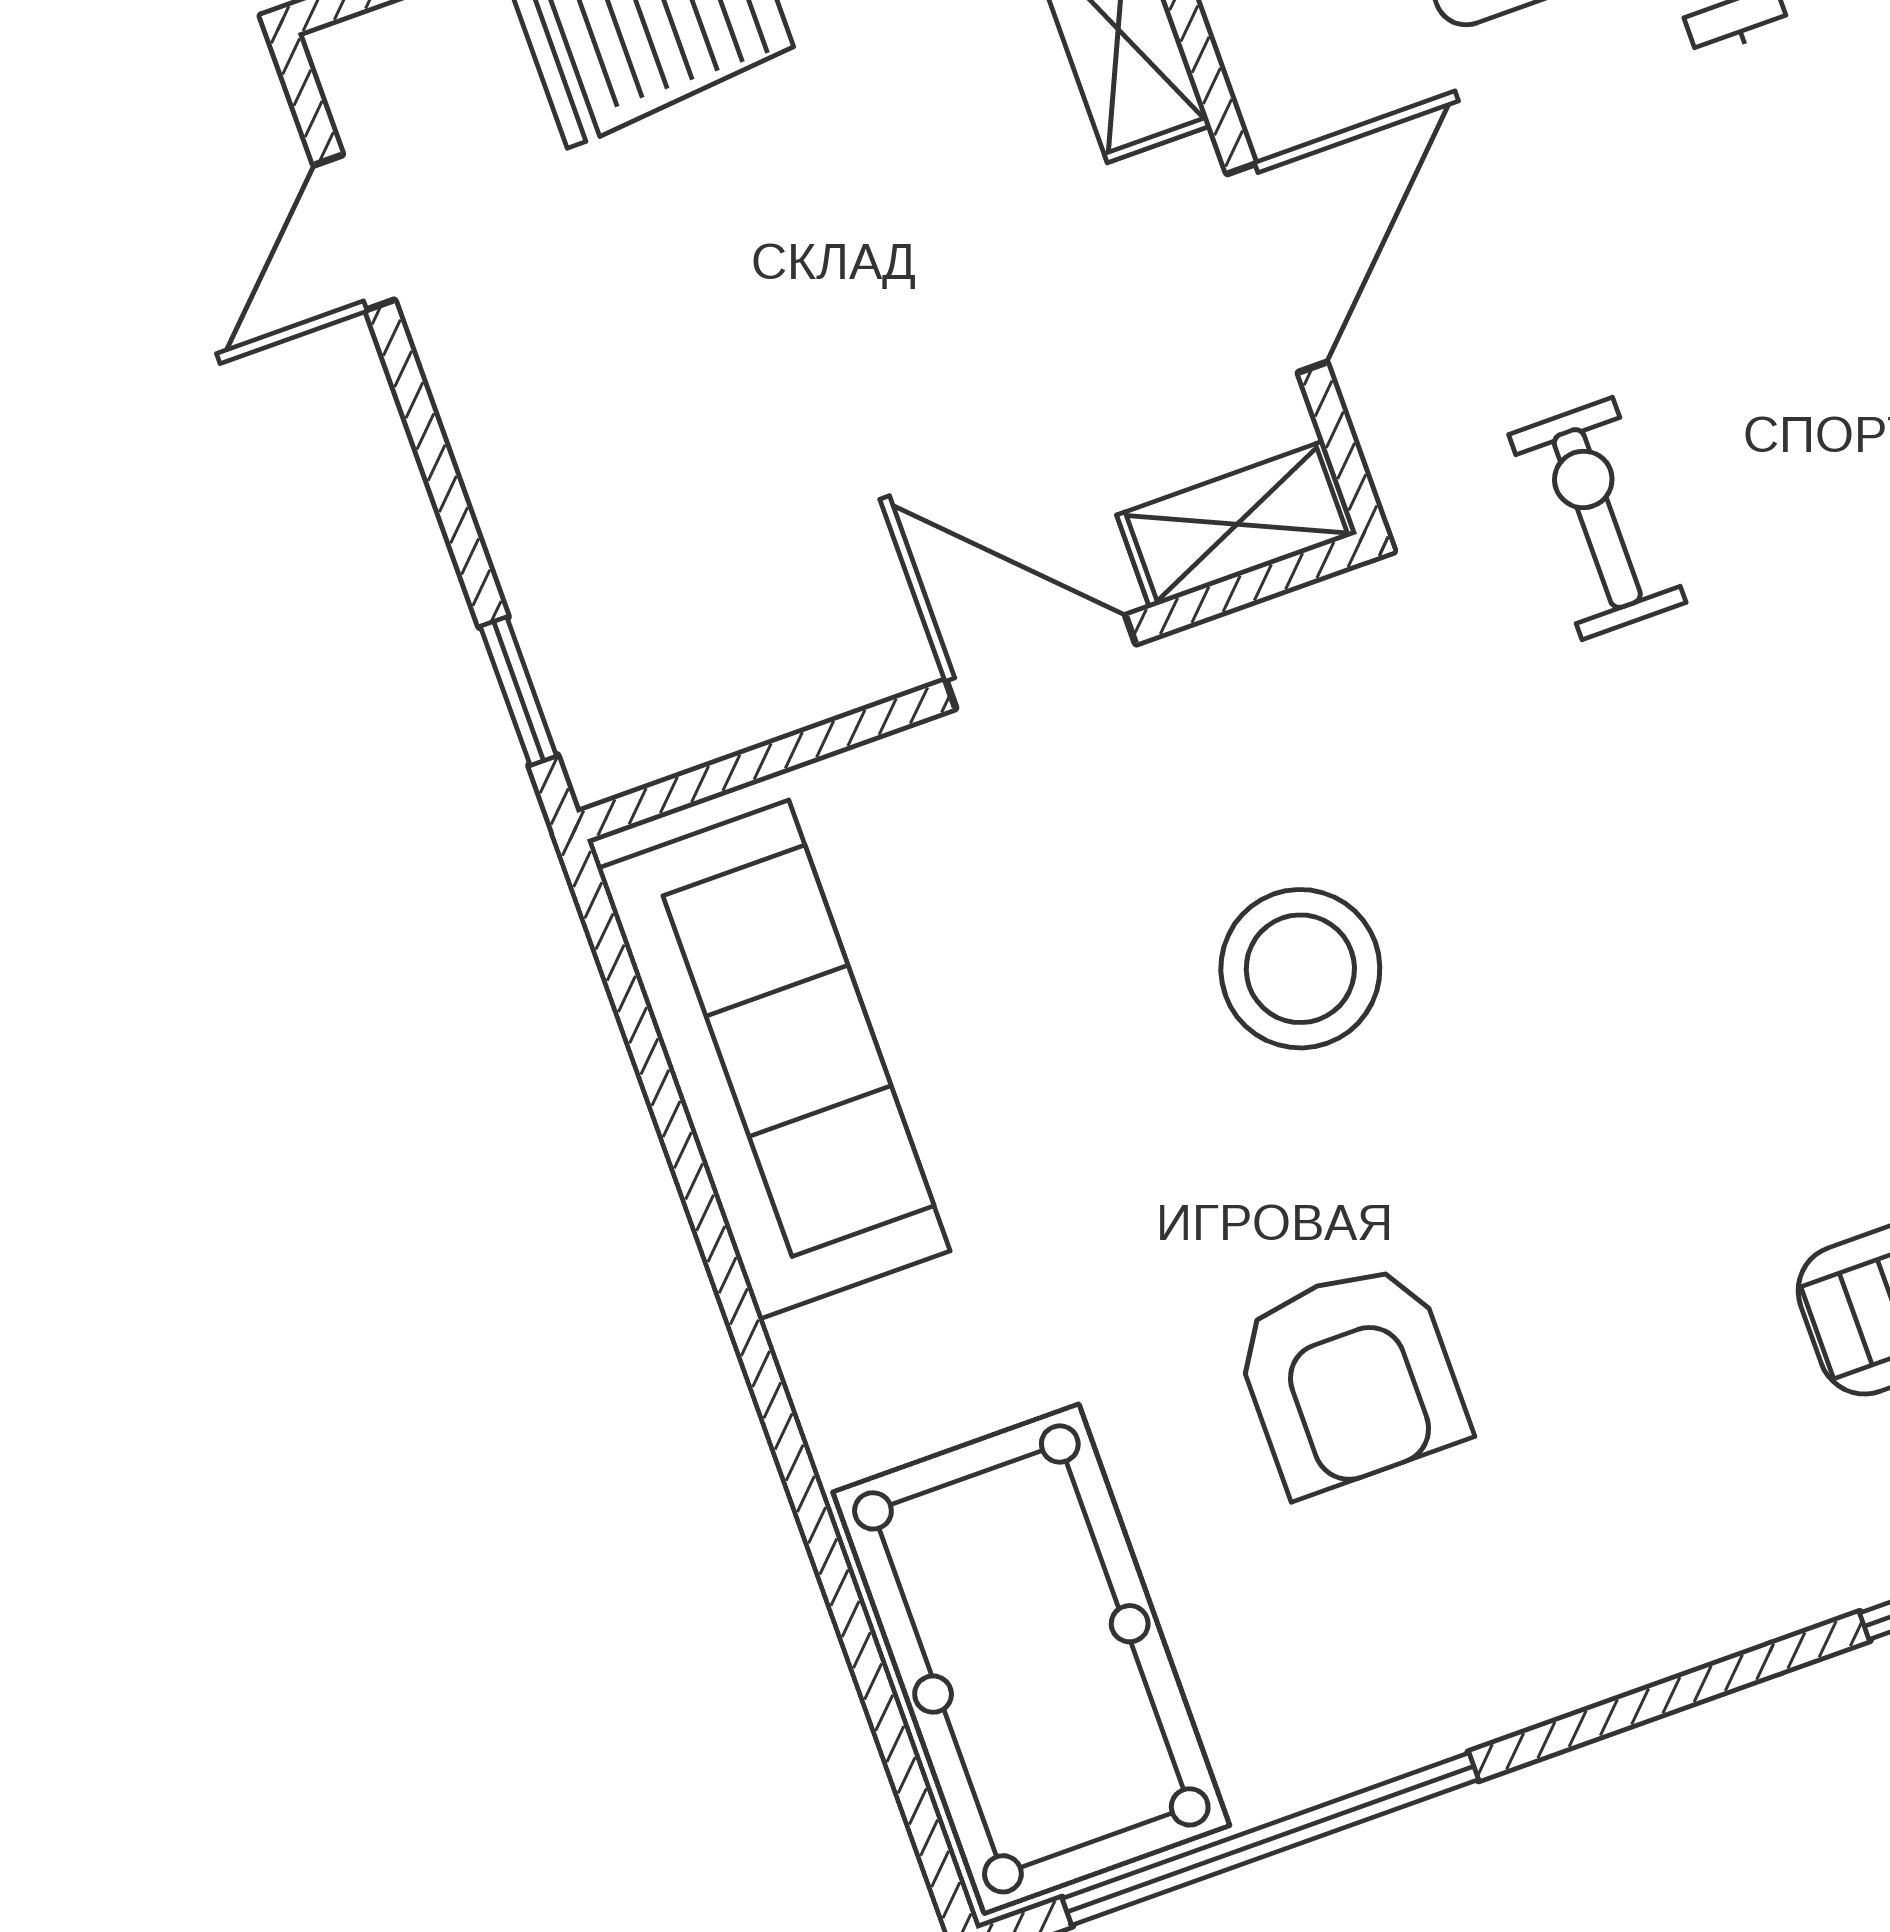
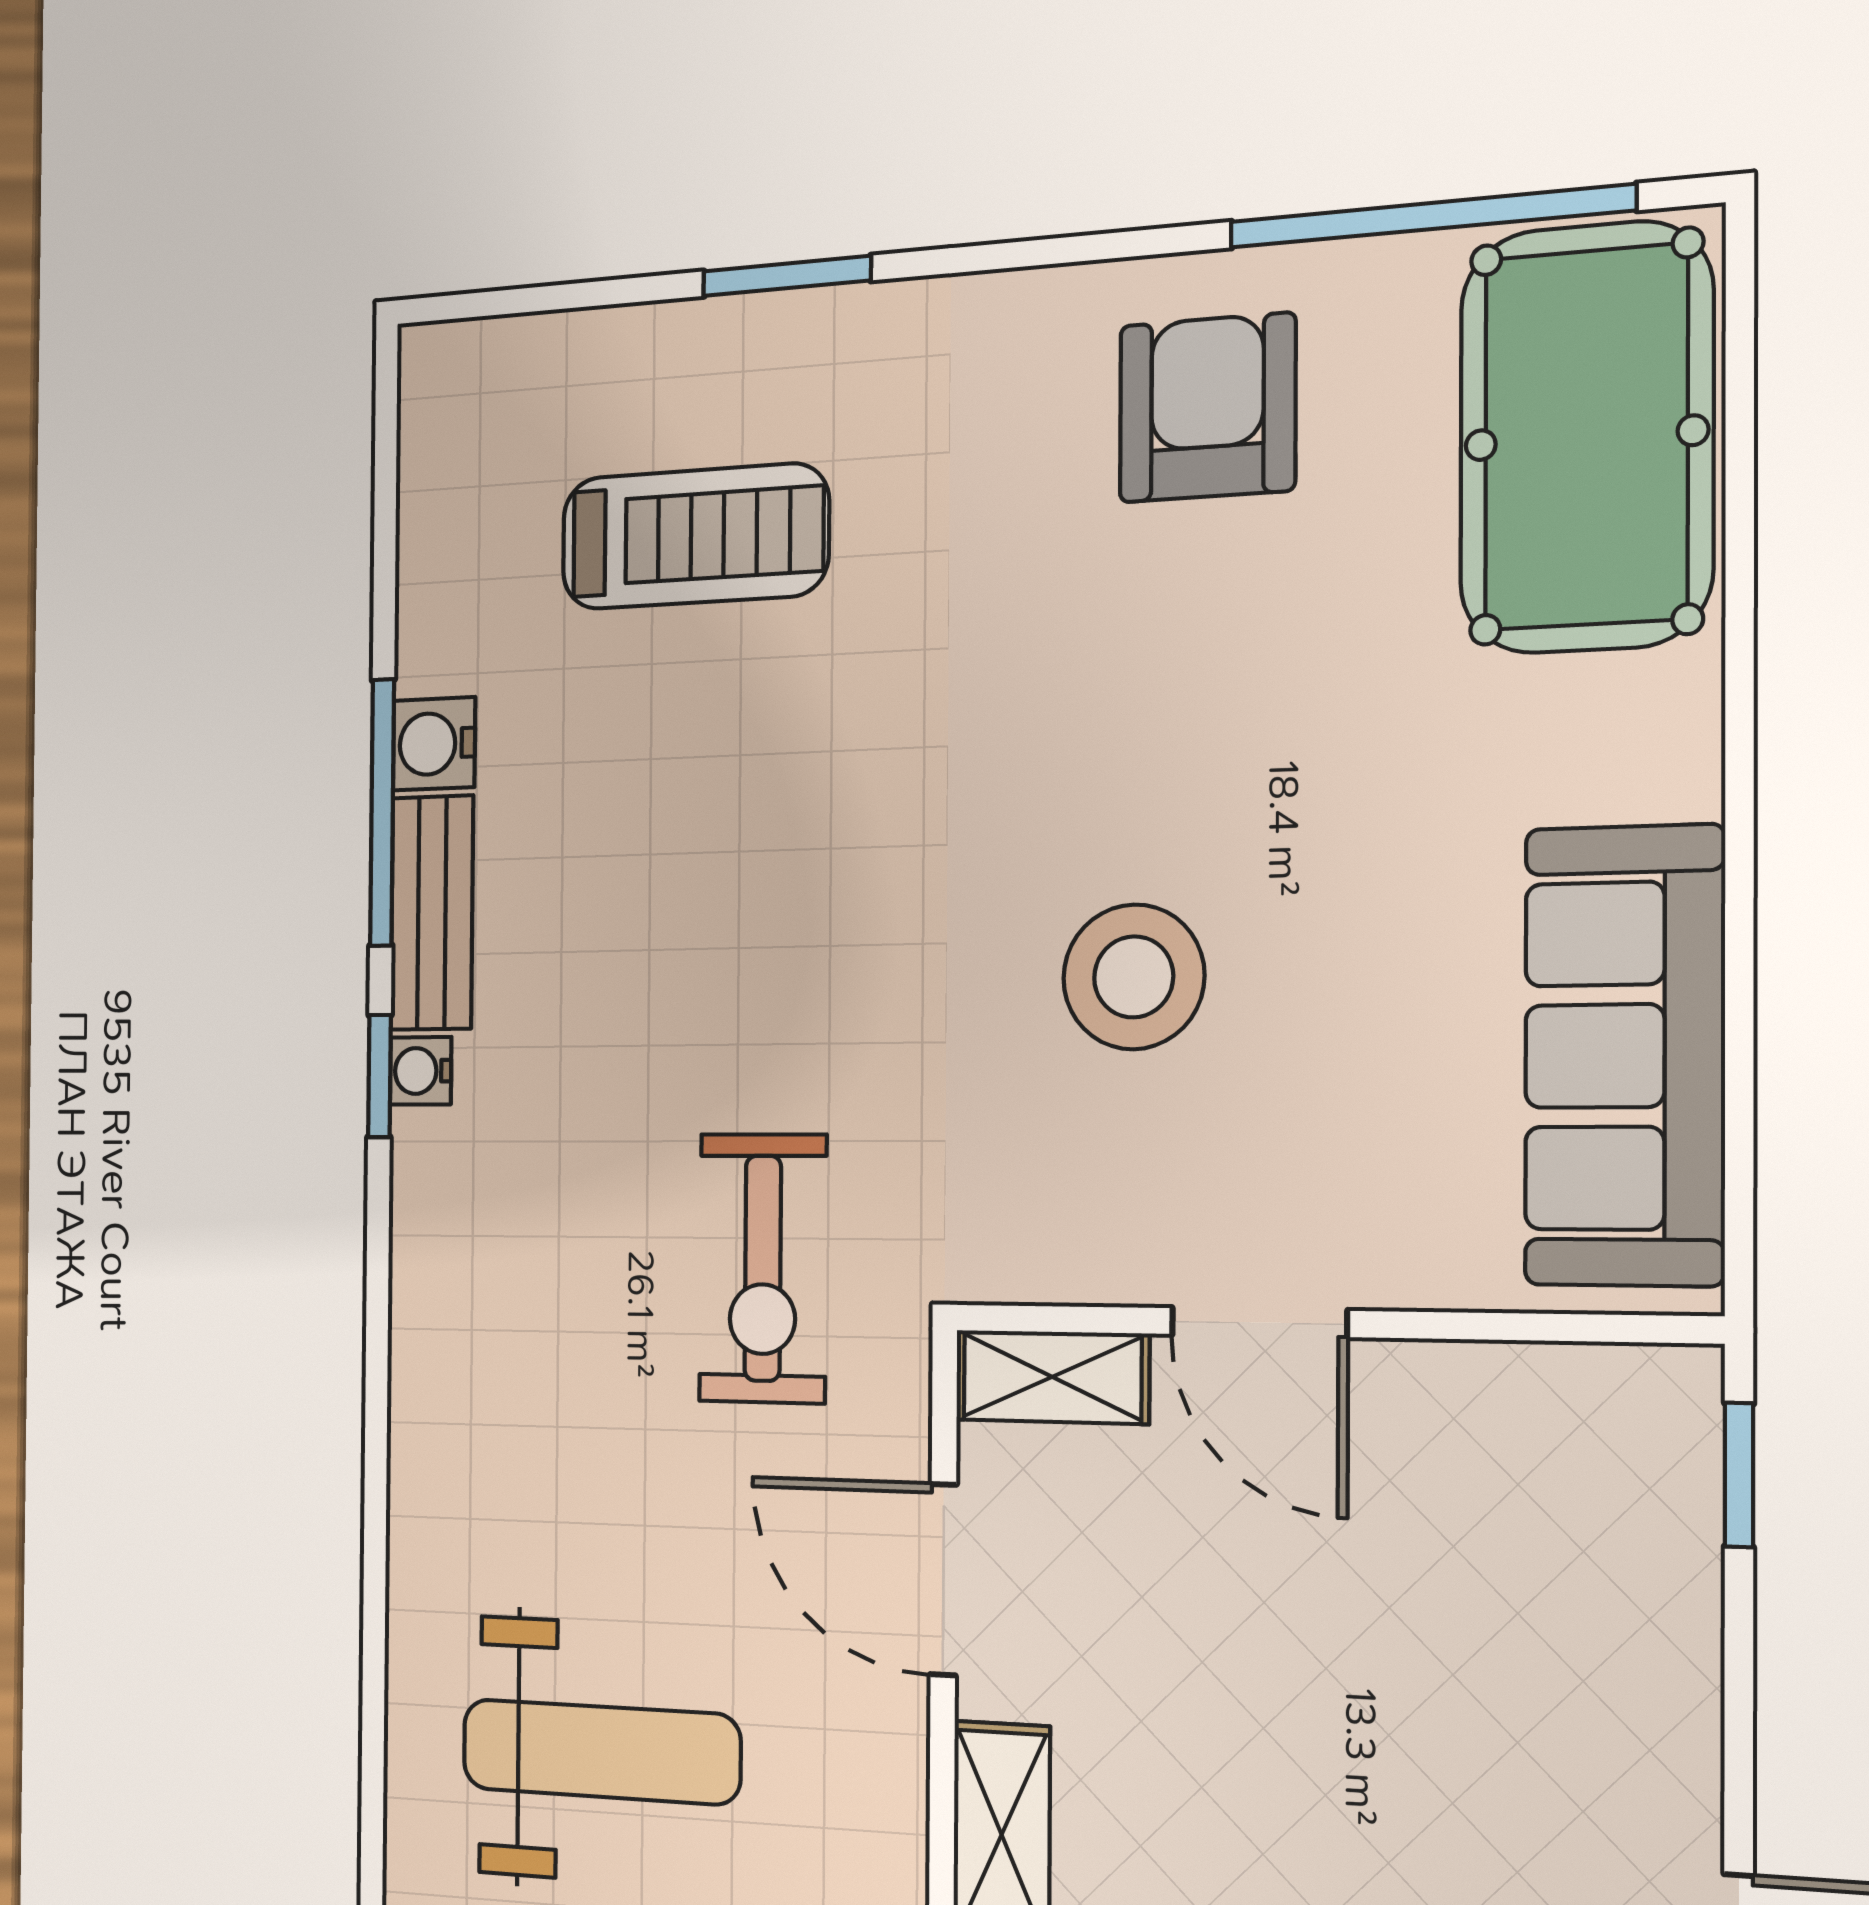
door: (1277, 268) -> (943, 1579), hinge flipped
exercise bike: (1597, 519) -> (763, 1268), width x1.38, depth x1.39
armchair: (1350, 1378) -> (1207, 408), moved

